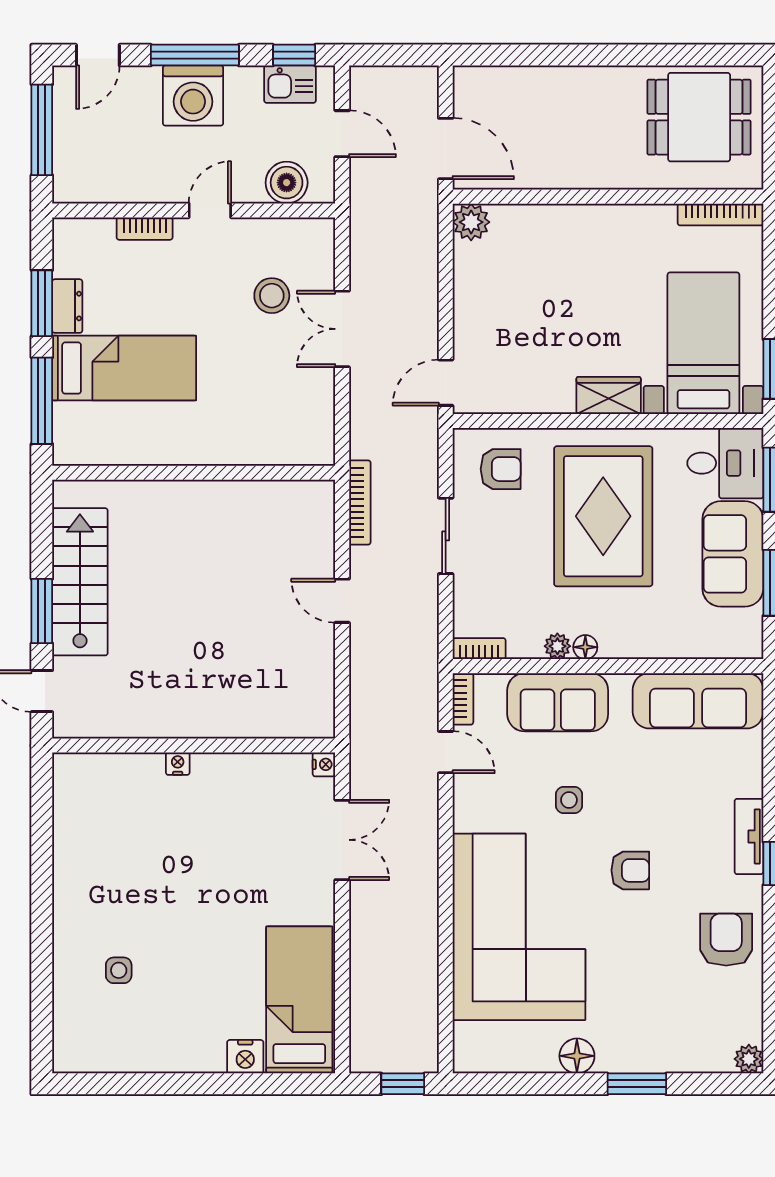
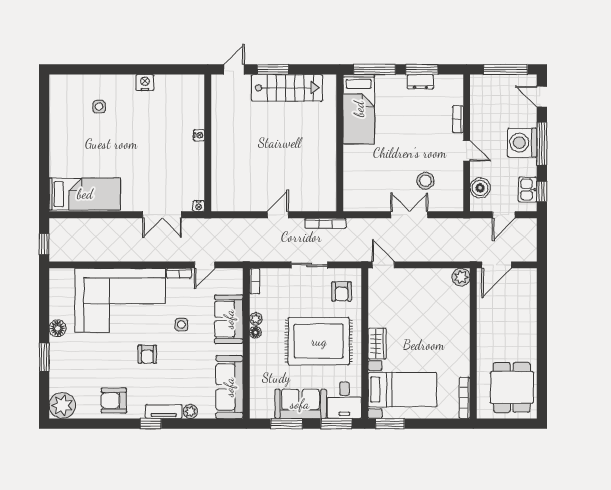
bed: (124, 368) -> (359, 109), moved
bookcase: (463, 699) -> (179, 273), moved
plant: (749, 781) -> (190, 411), added
armchair: (726, 940) -> (114, 401), turned 180
nightstand: (245, 1057) -> (145, 83), moved, turned 90
plant: (749, 1059) -> (62, 405), width x1.87, depth x1.87

